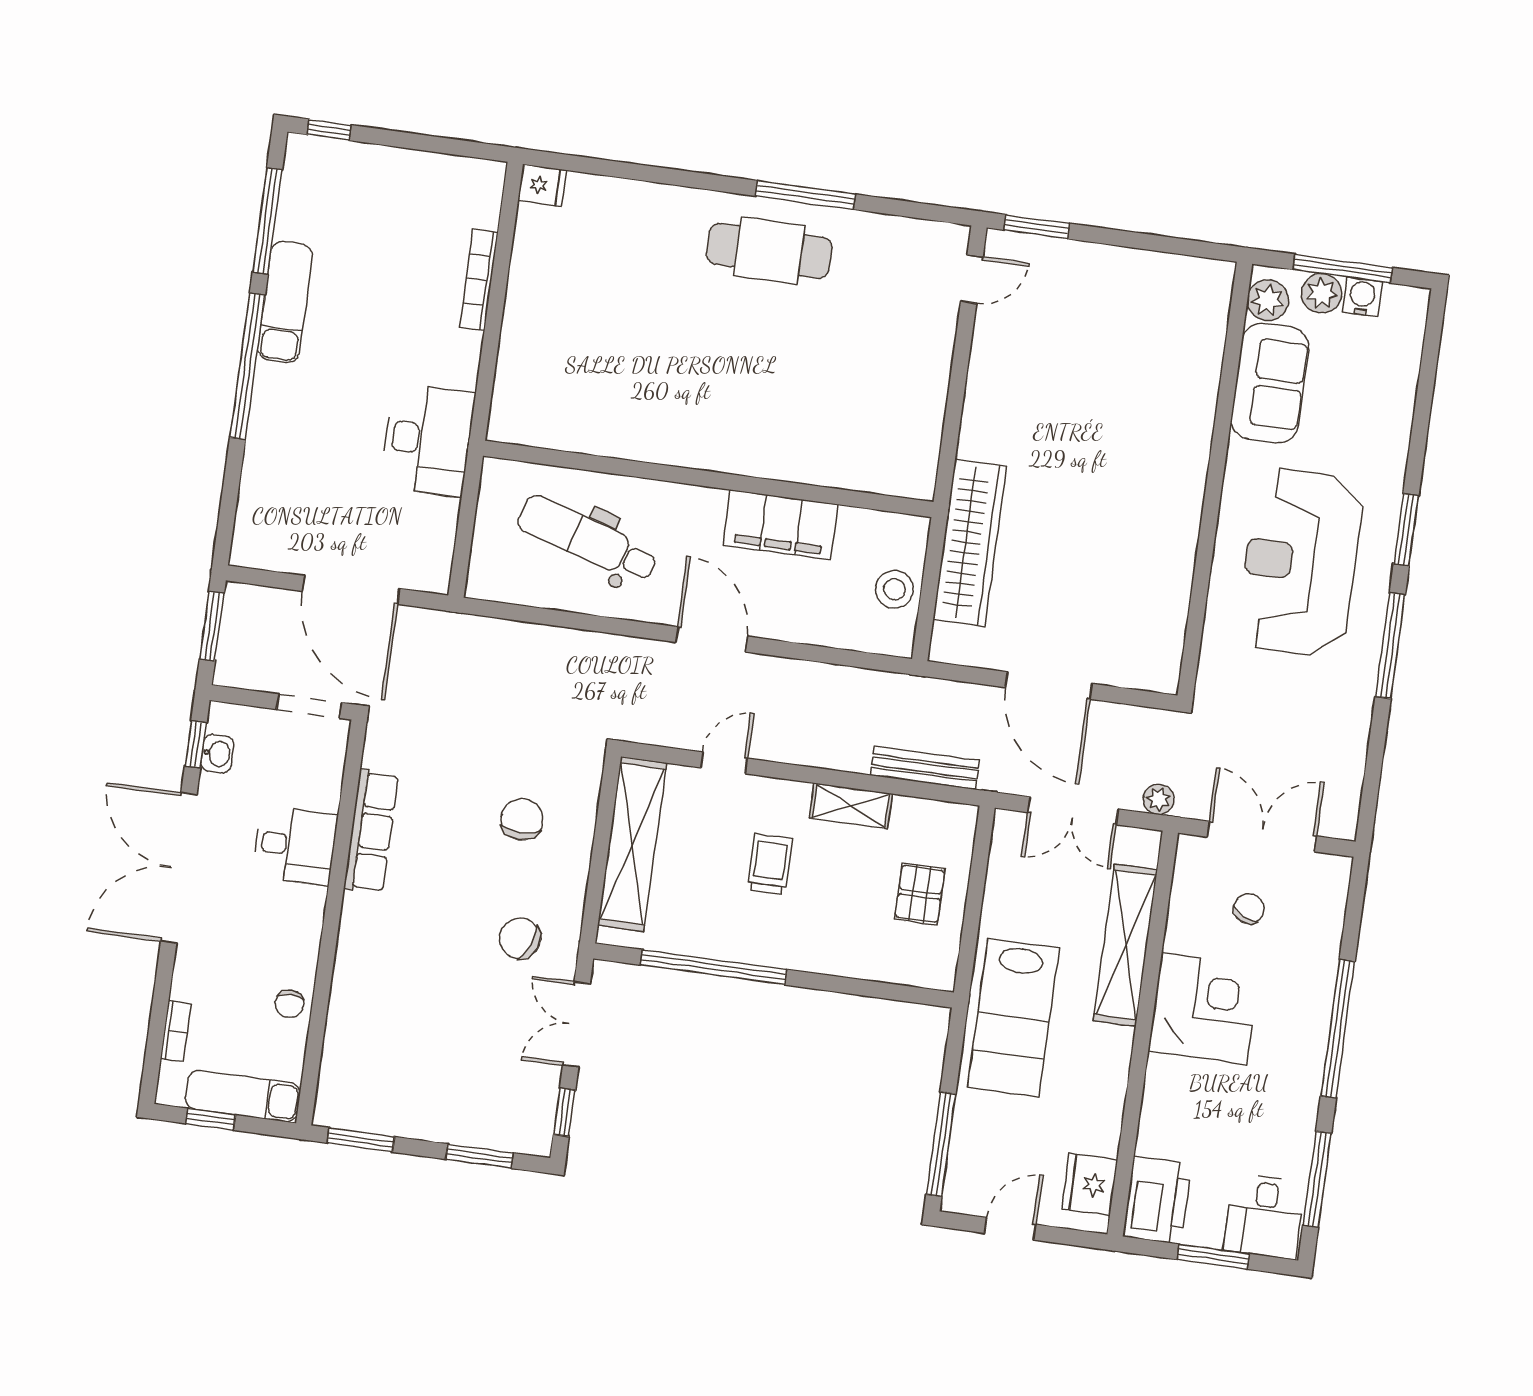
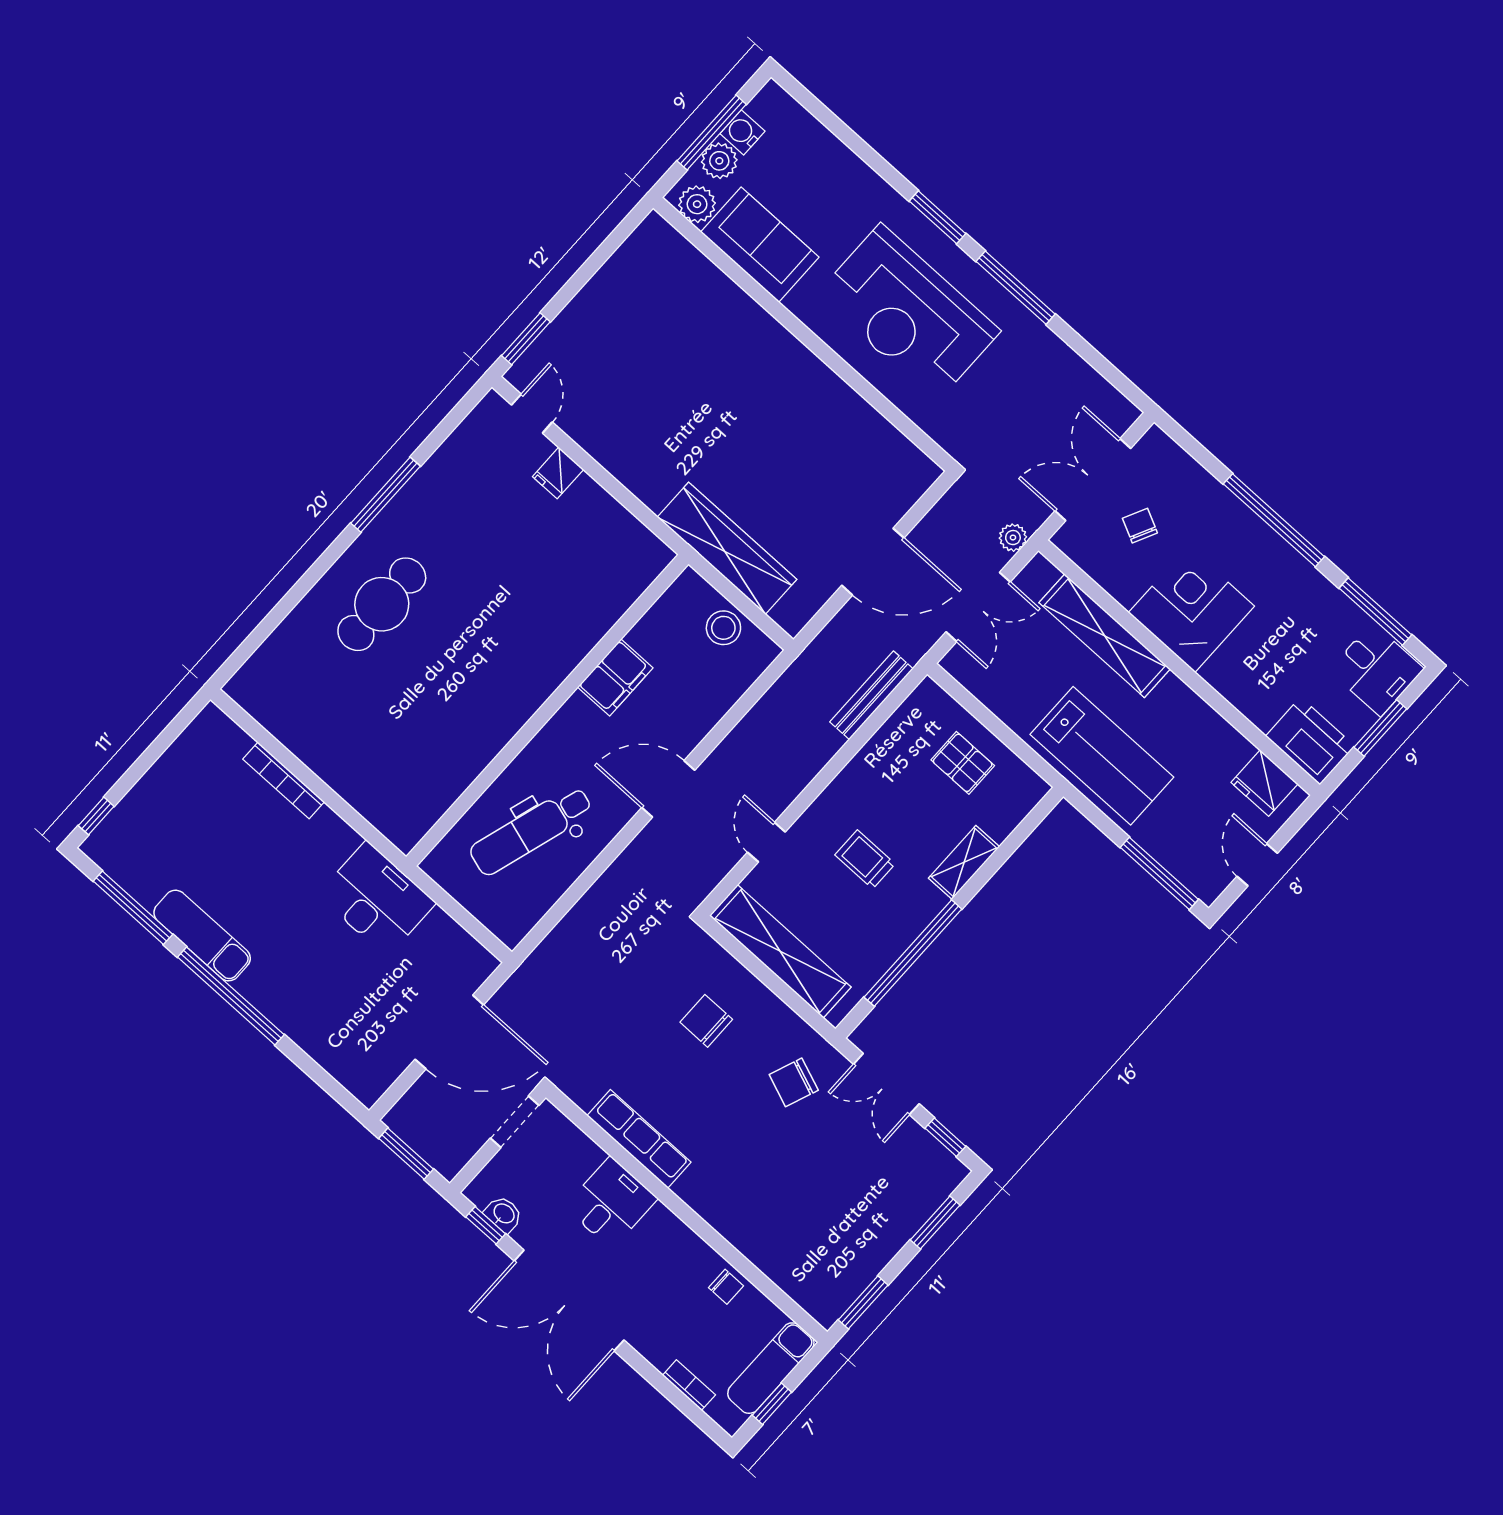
fridge: (542, 185) -> (558, 473), moved, turned 180
cafe table: (769, 251) -> (382, 604), moved
filing cabinet: (781, 525) -> (615, 677), width x0.67, depth x0.86
shelving: (851, 806) -> (964, 862), moved

